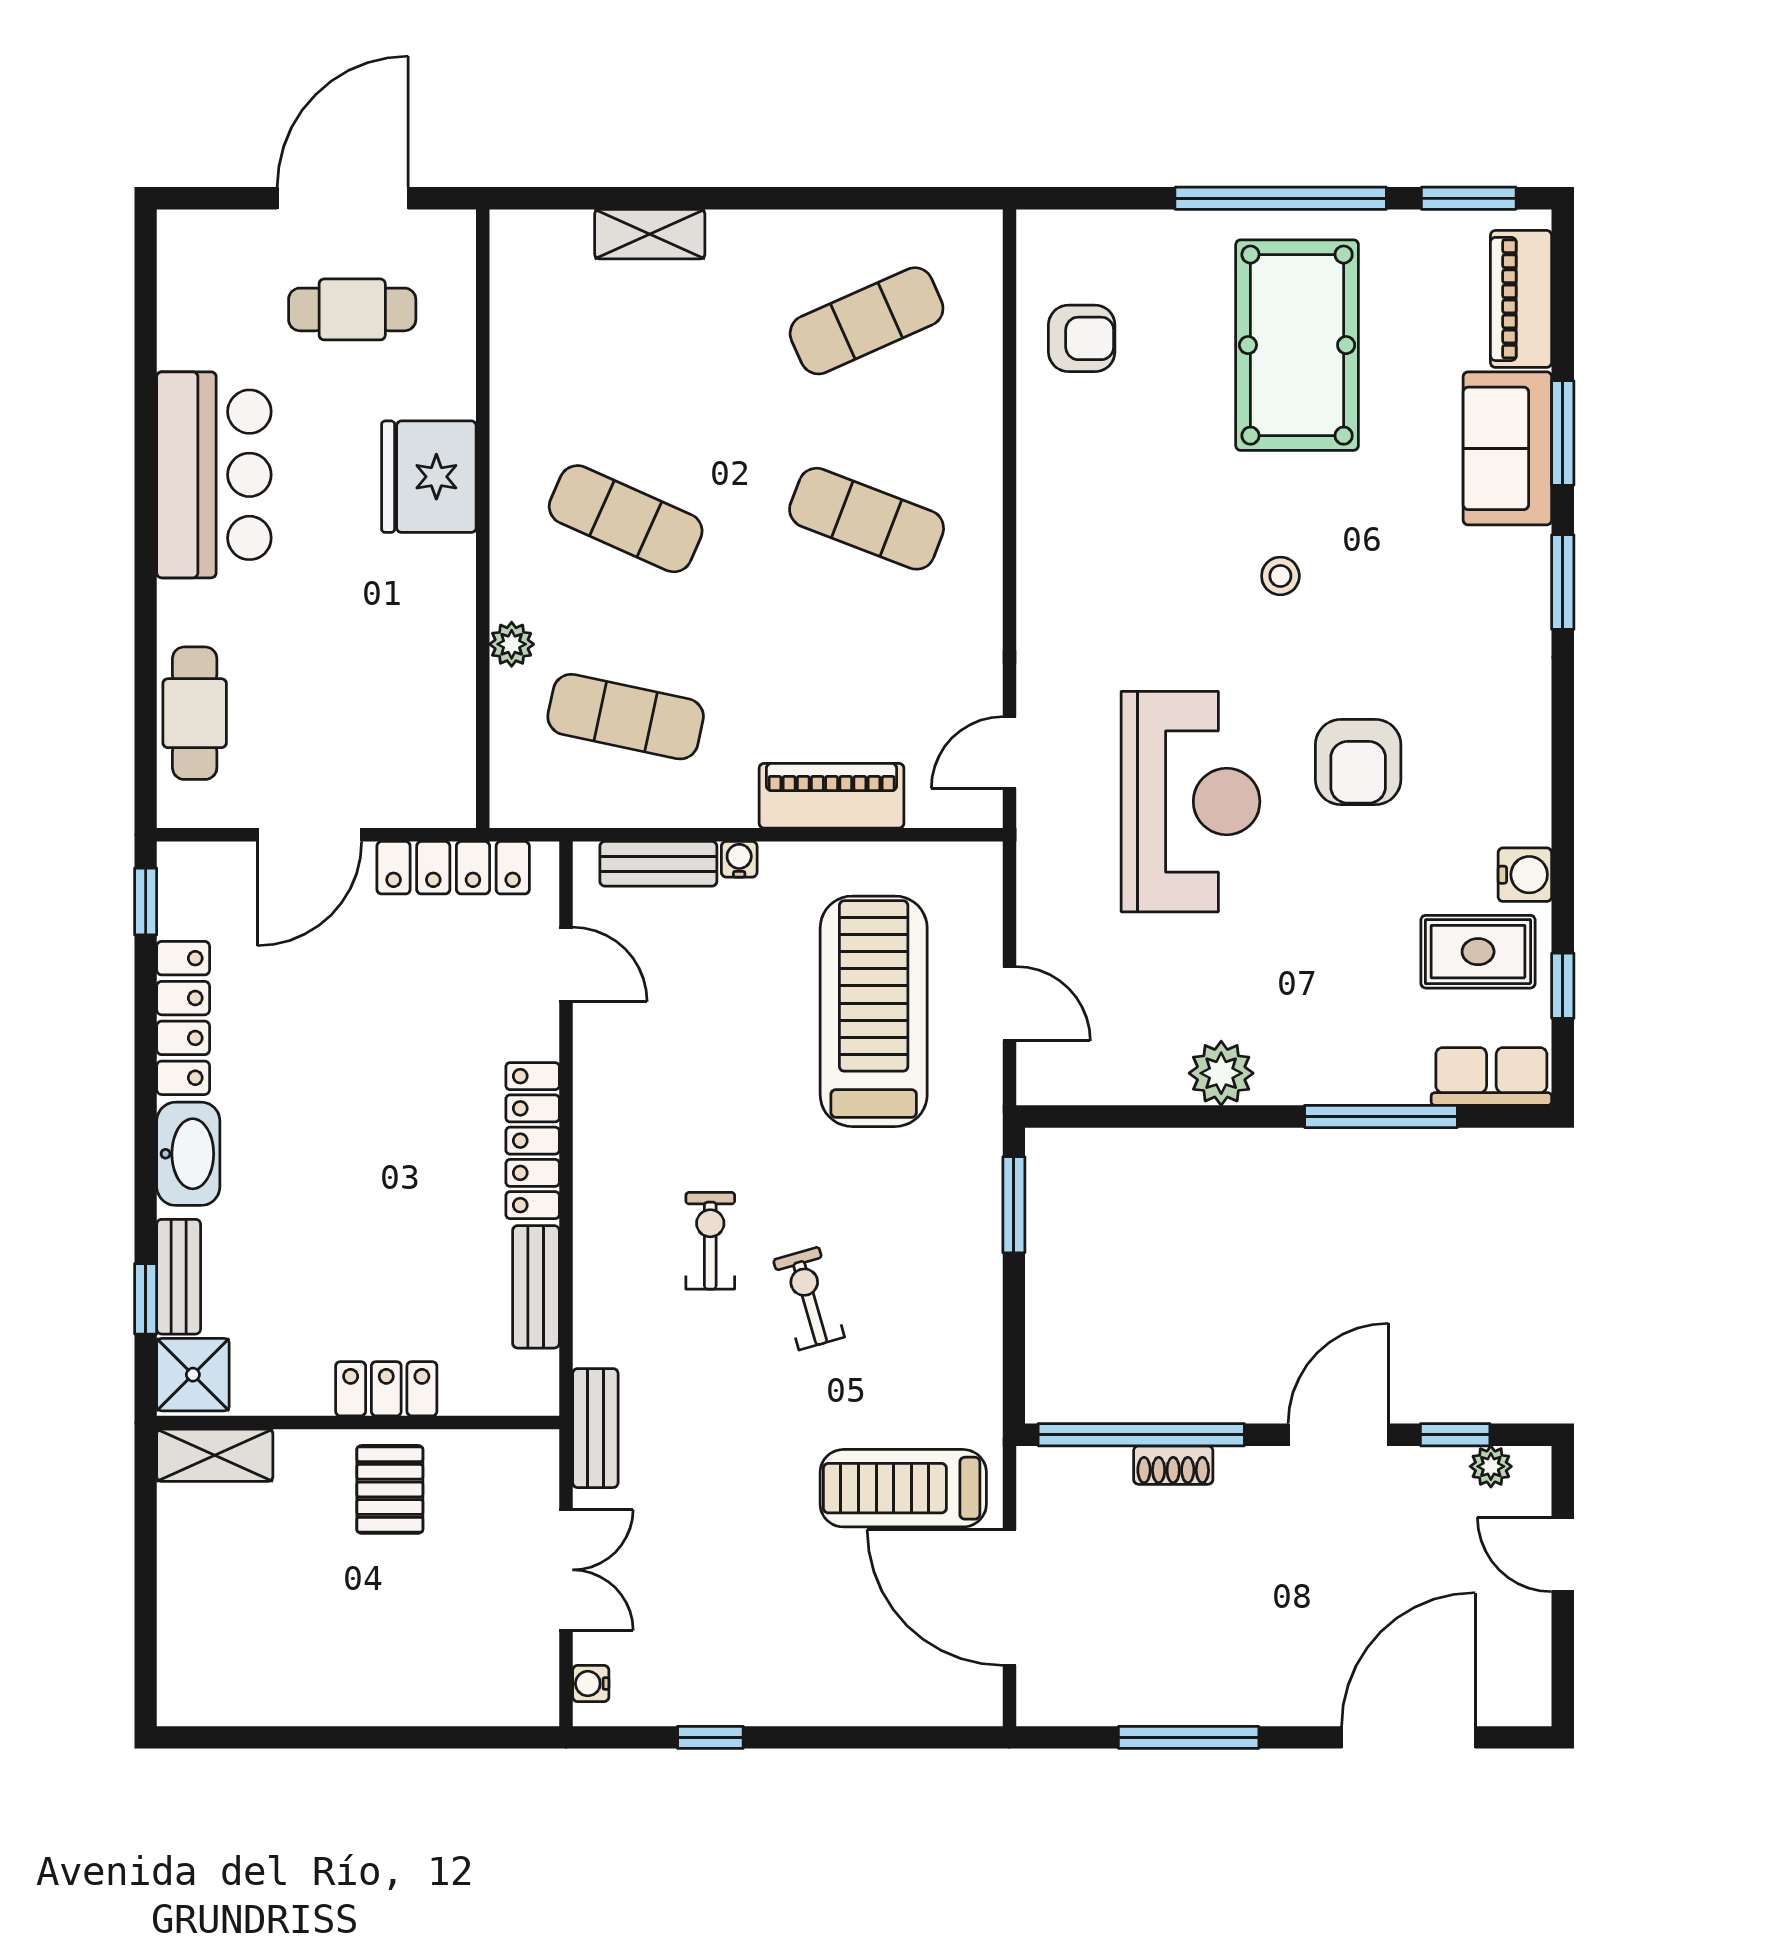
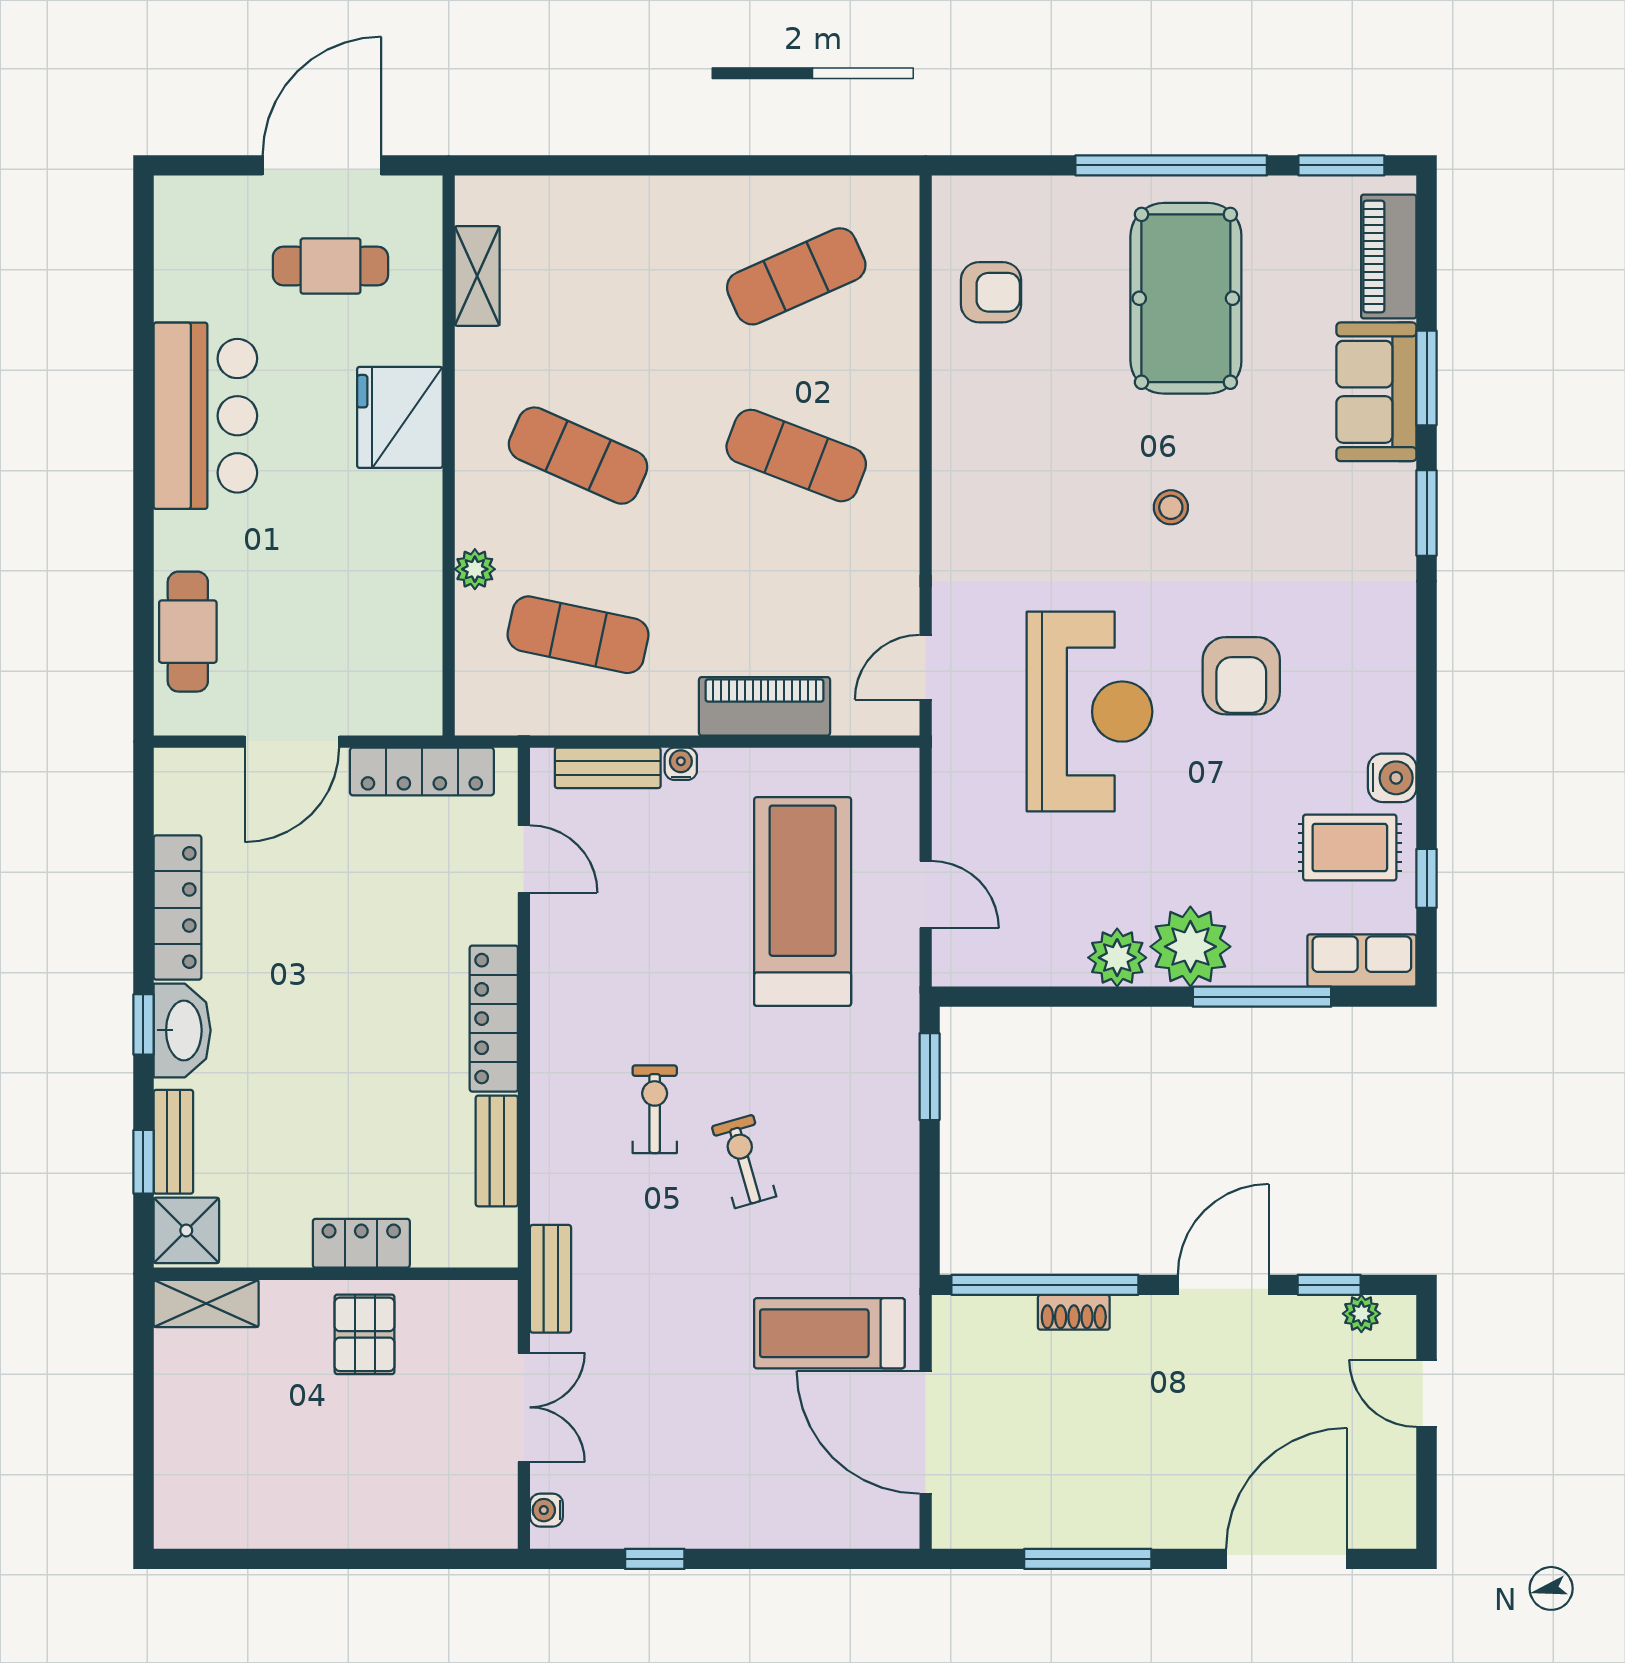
shelving: (650, 234) -> (477, 276), moved, turned 90
window: (146, 902) -> (143, 1024), moved
plant: (1302, 1061) -> (1190, 947), added

